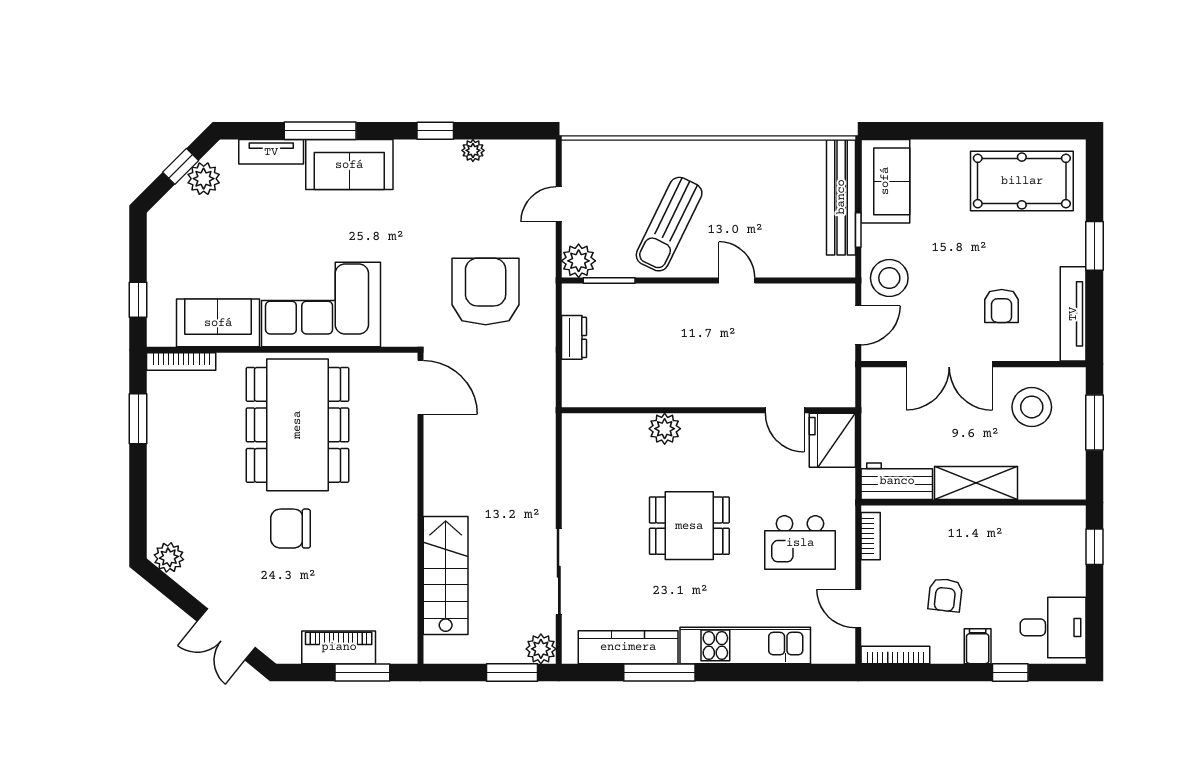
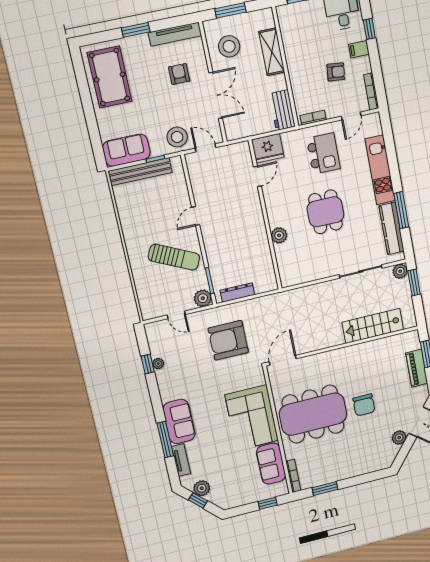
window: (435, 131) -> (148, 364), moved
armchair: (1002, 306) -> (179, 74), turned -90
dresser: (574, 337) -> (237, 292), width x1.44
shelving: (976, 483) -> (272, 52), moved
plant: (169, 557) -> (399, 438), moved

